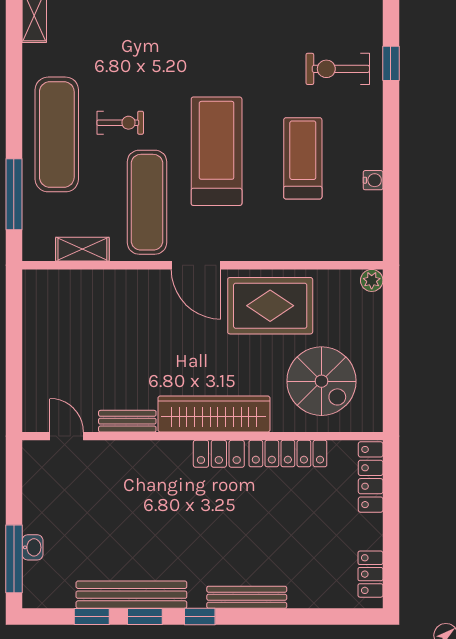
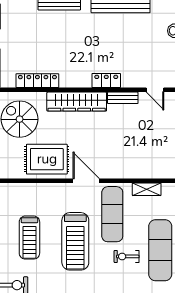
locker: (219, 454) -> (106, 80), moved

